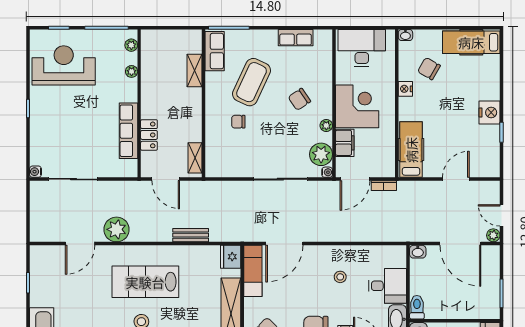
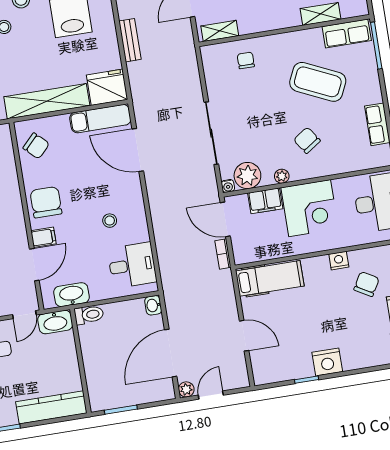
chair: (238, 122) -> (246, 60), moved
fridge: (231, 257) -> (107, 87), width x1.36, depth x1.34
desk: (388, 286) -> (132, 265), moved, turned -90

